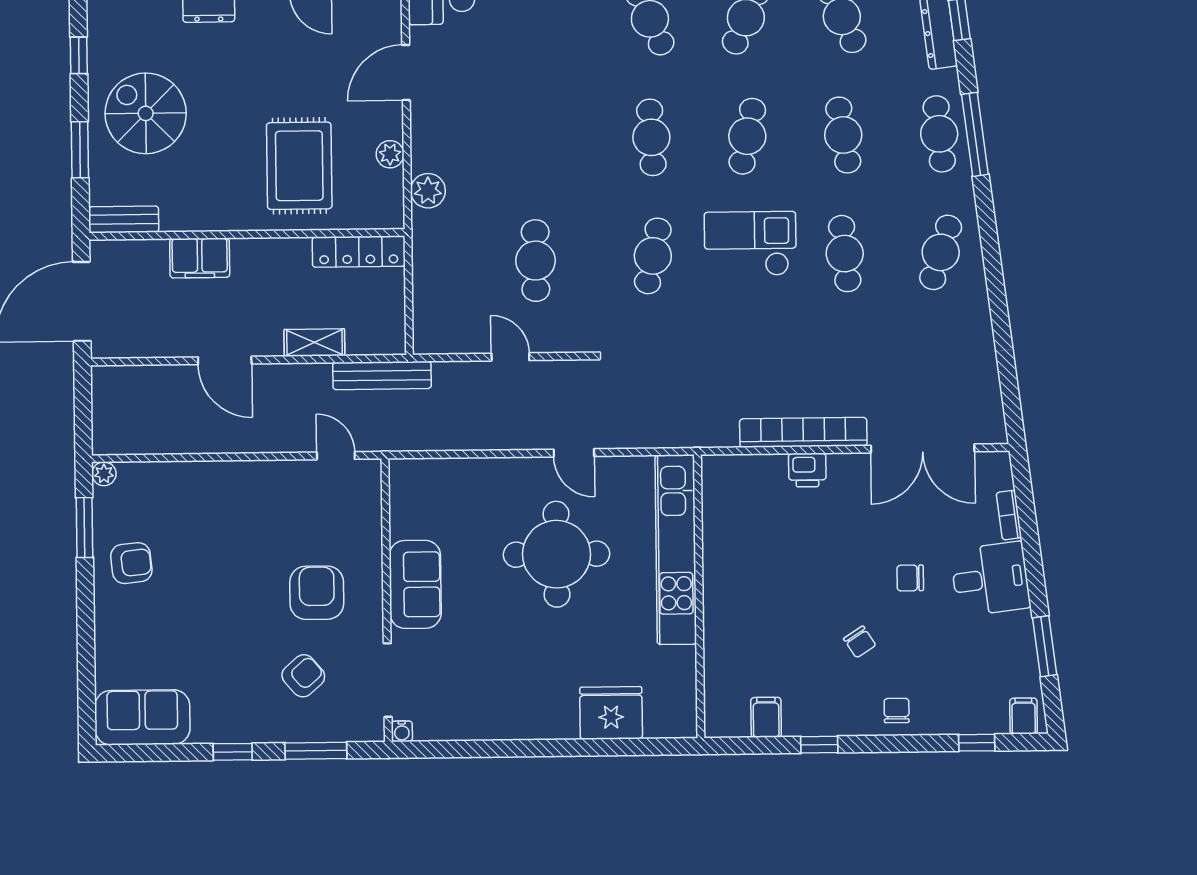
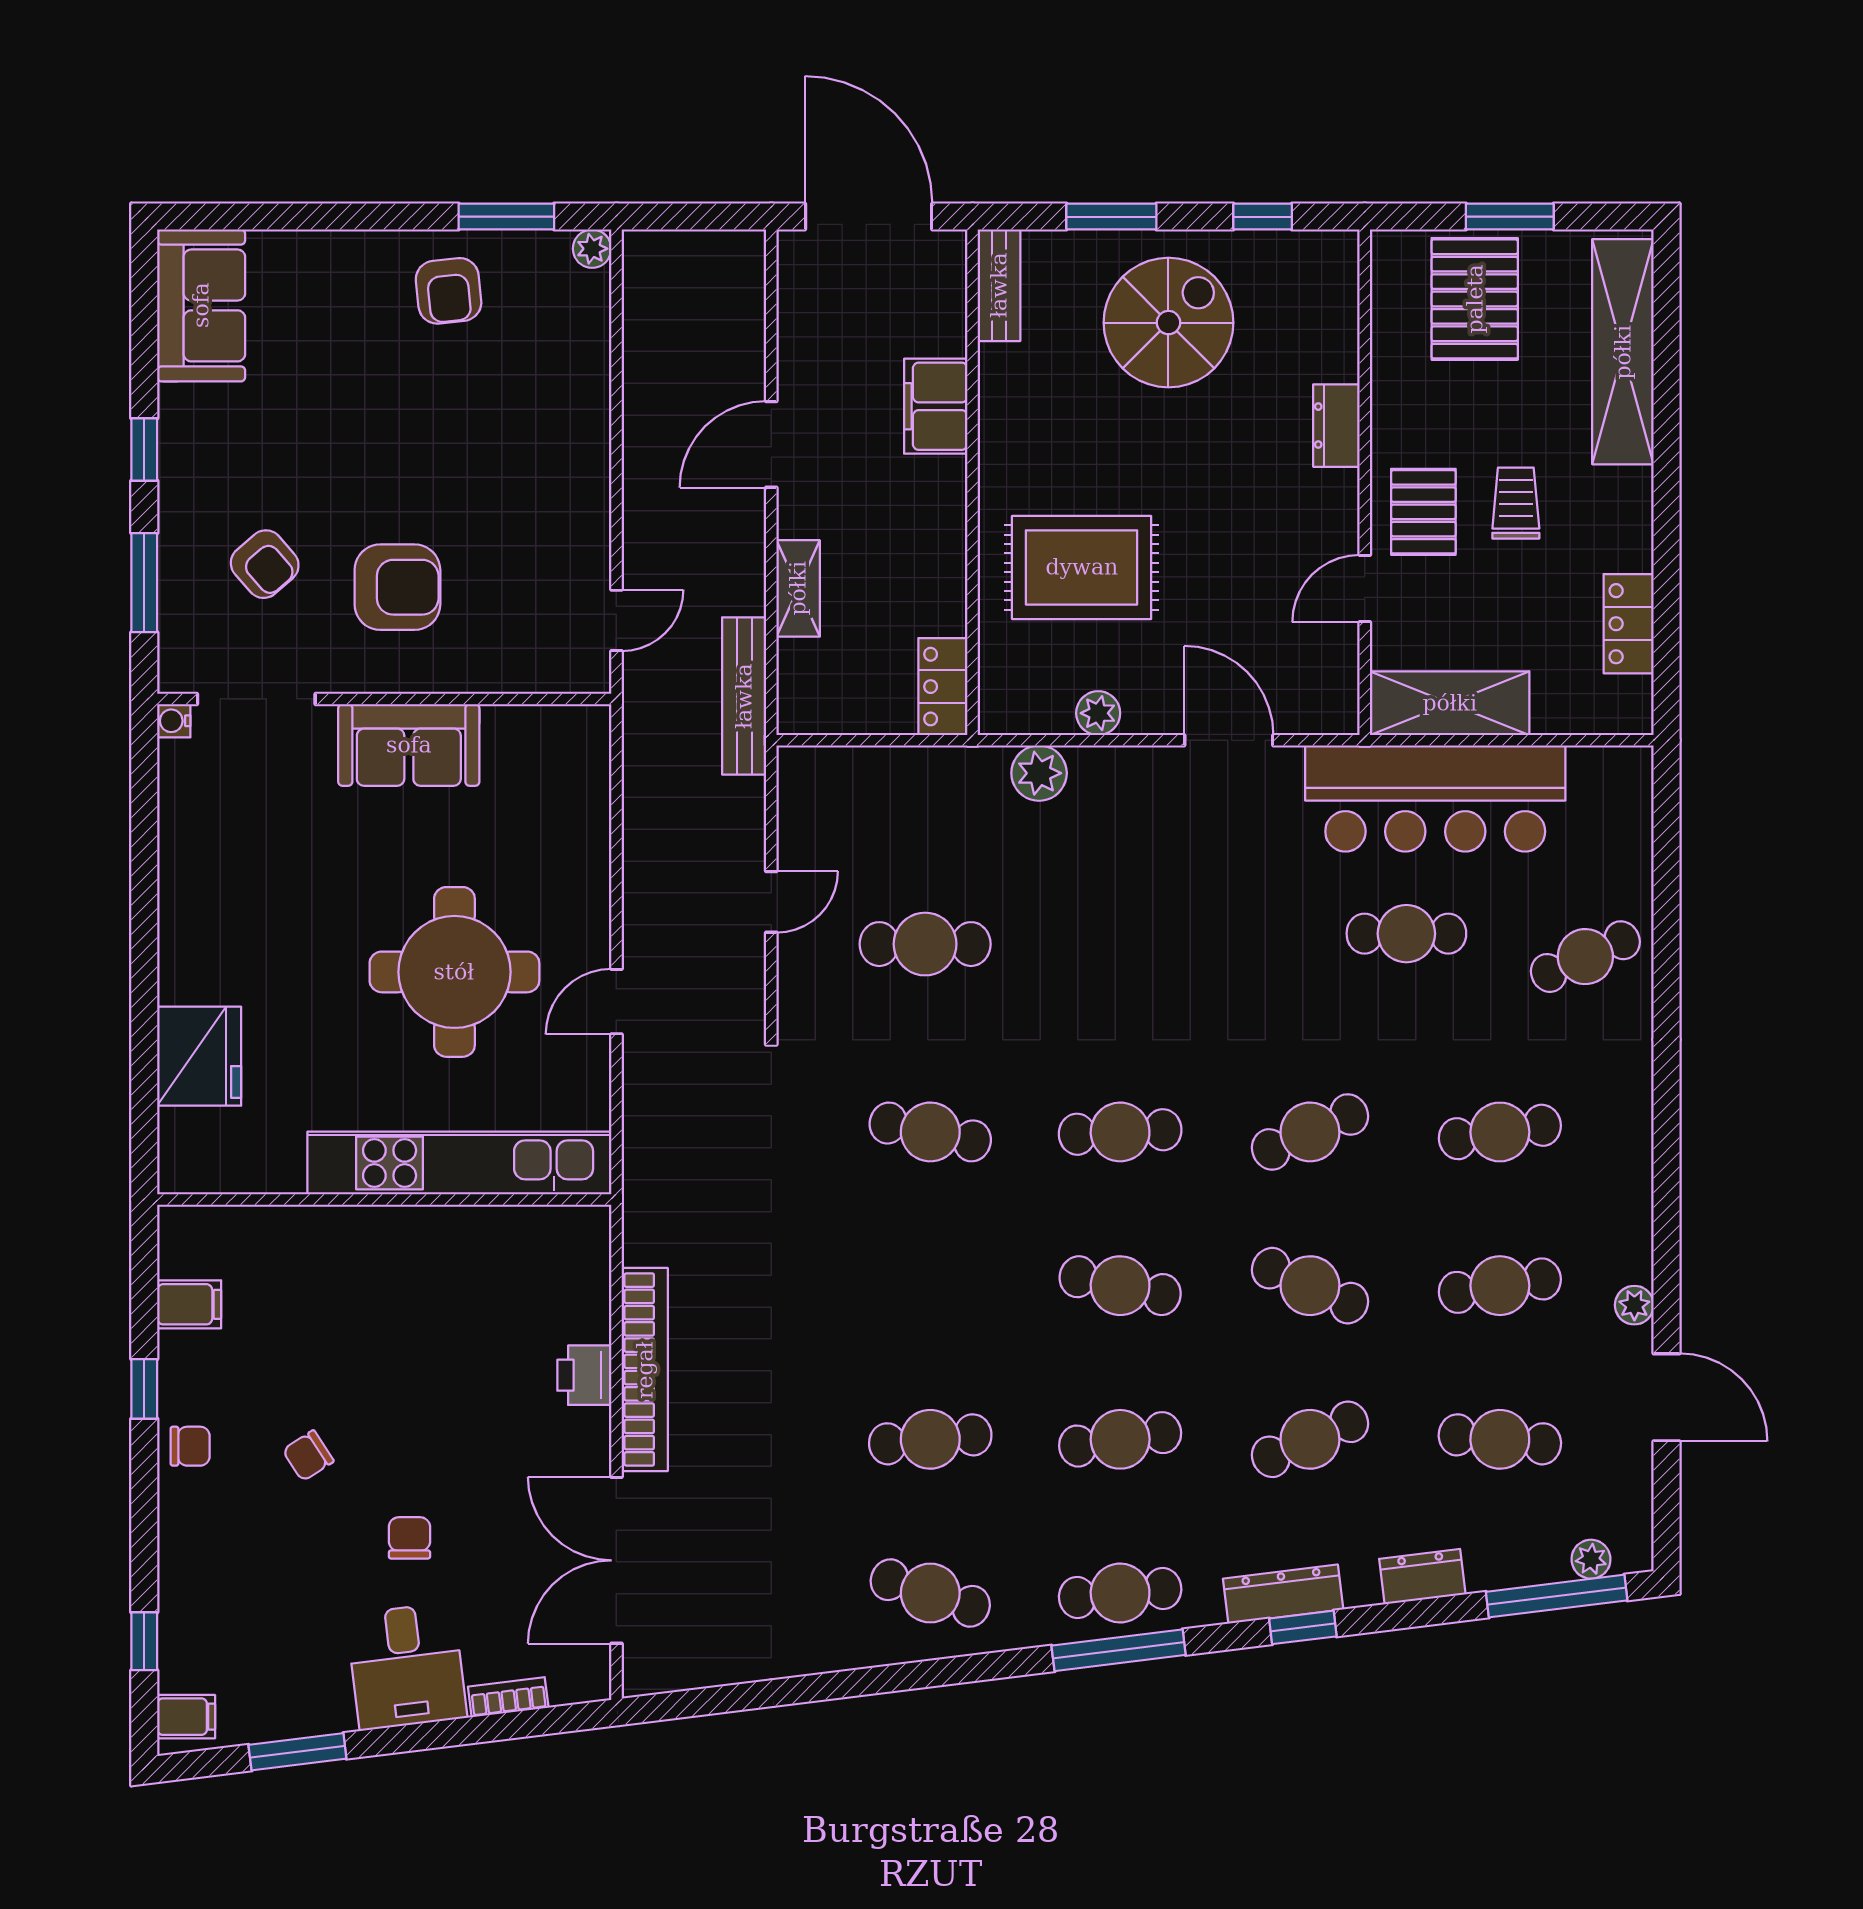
checkout: (750, 244) -> (948, 1288), removed
locker: (359, 252) -> (943, 687), width x0.66
chair: (897, 710) -> (190, 1446), moved

